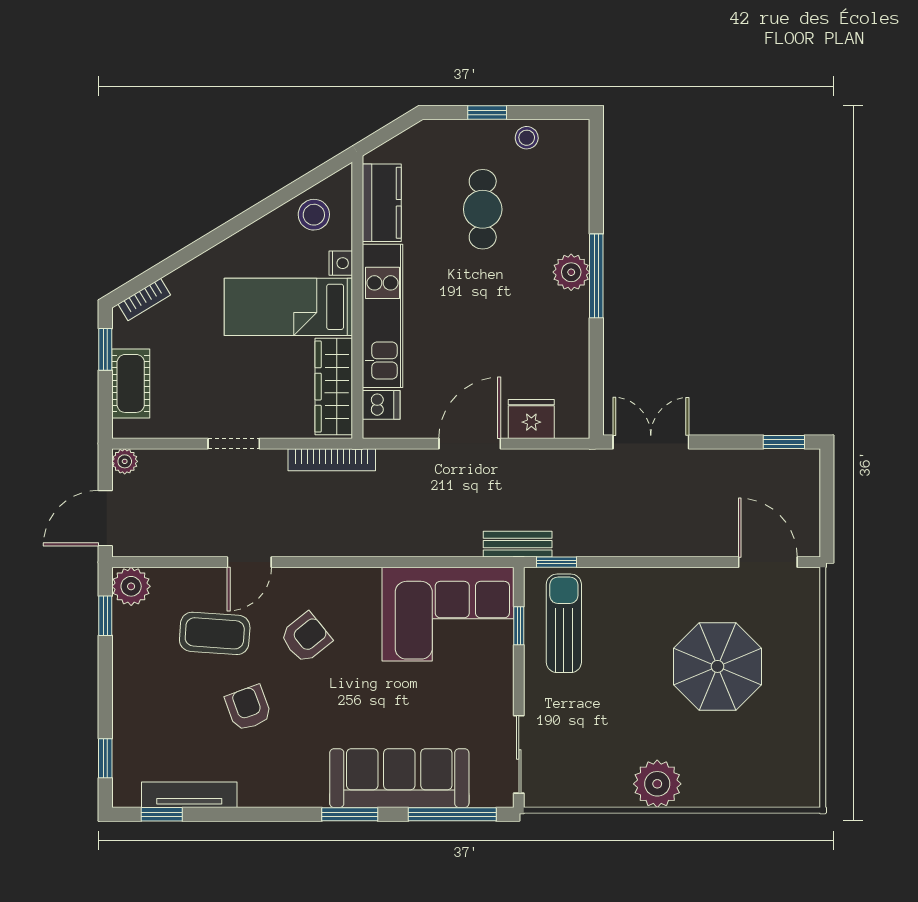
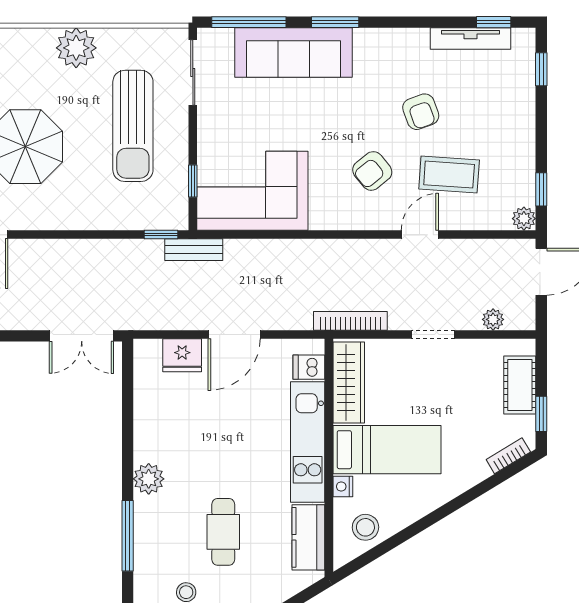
window: (596, 276) -> (128, 536), moved
plant: (125, 461) -> (493, 319), moved
plant: (131, 586) -> (524, 219), width x0.73, depth x0.73
sun lounger: (564, 623) -> (133, 126), moved, width x1.36, depth x1.34

